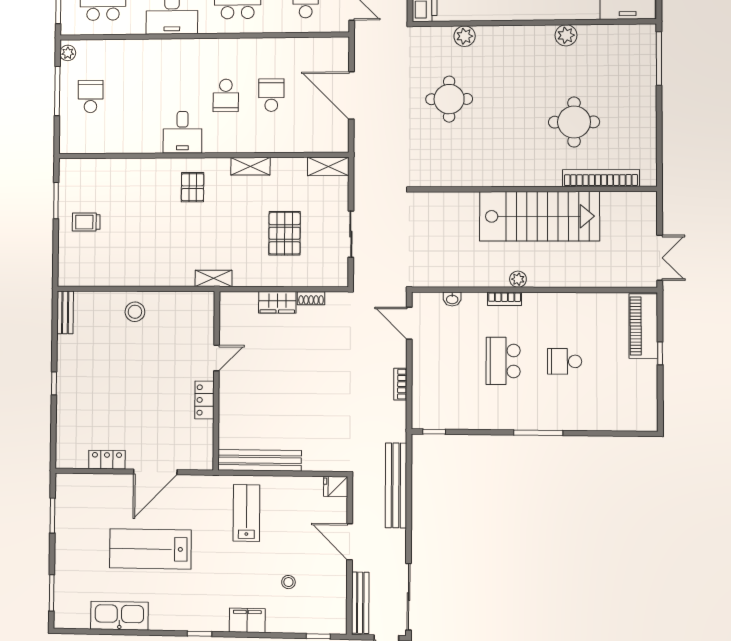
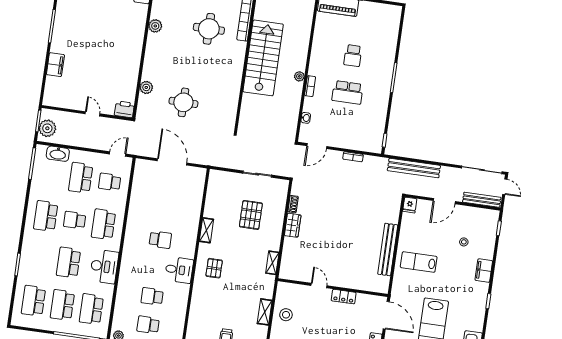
school desk: (271, 95) -> (152, 296), moved
door: (351, 95) -> (172, 162), swing flipped
shelving: (328, 166) -> (265, 312), moved
pallet: (193, 187) -> (214, 268), turned 90
pallet: (285, 233) -> (251, 215), turned 90
door: (217, 358) -> (319, 286), moved
wall: (216, 381) -> (333, 288), moved
locker: (204, 400) -> (344, 297), moved

